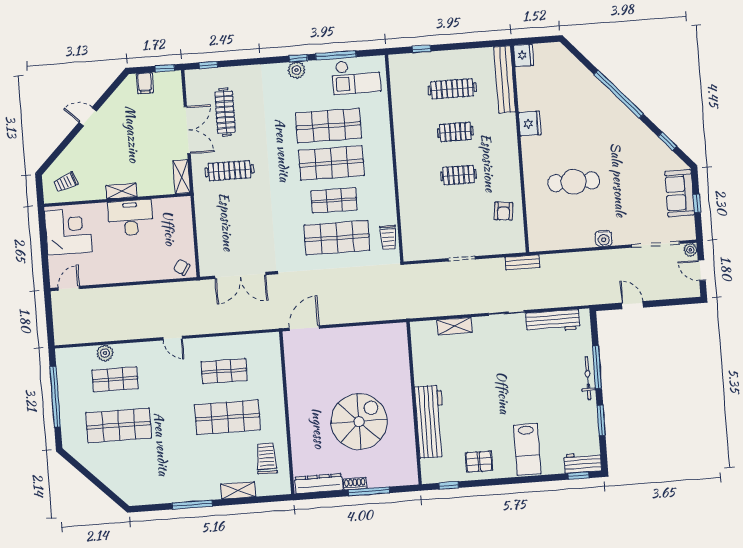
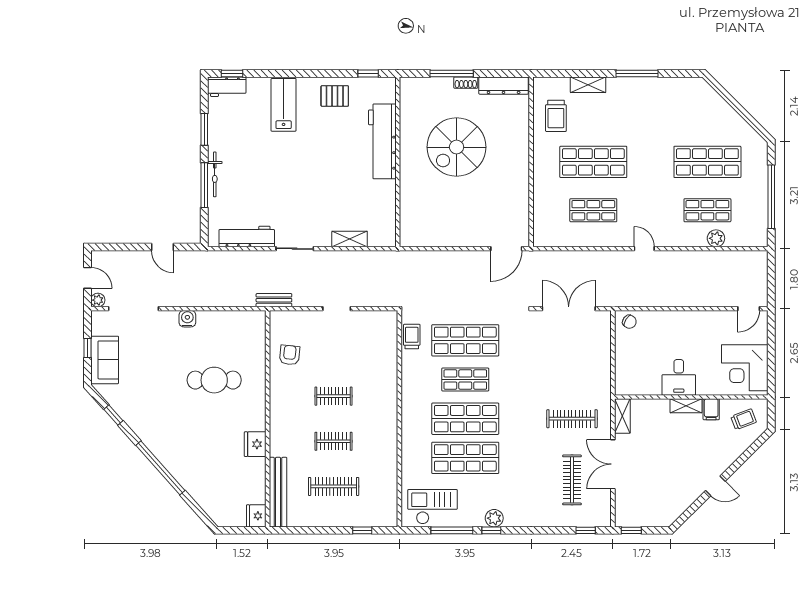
filing cabinet: (145, 83) -> (711, 409), moved, turned 180
desk: (130, 218) -> (679, 377), width x0.73

